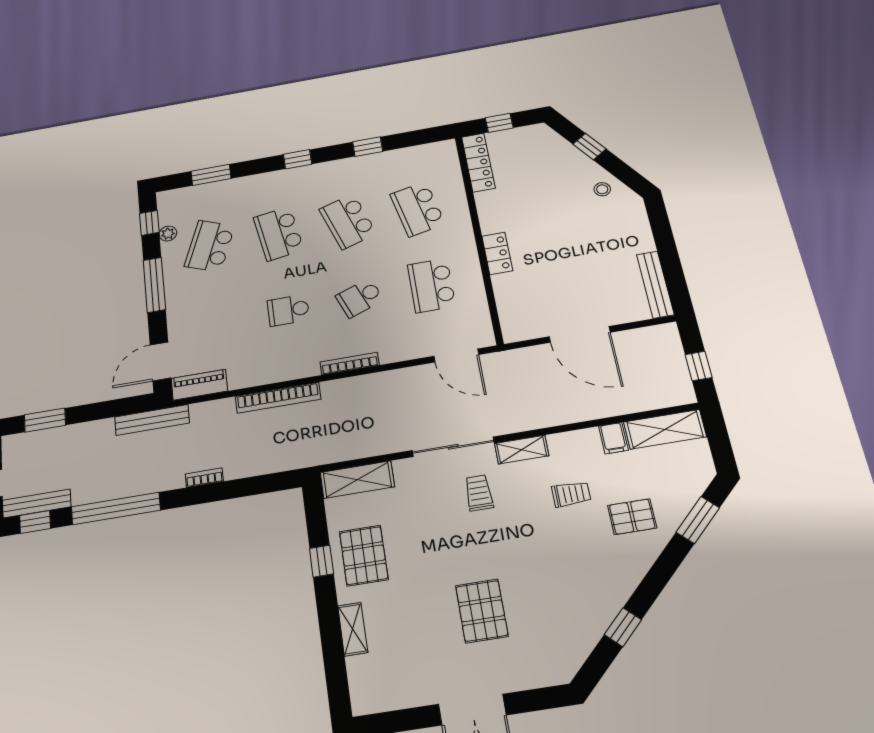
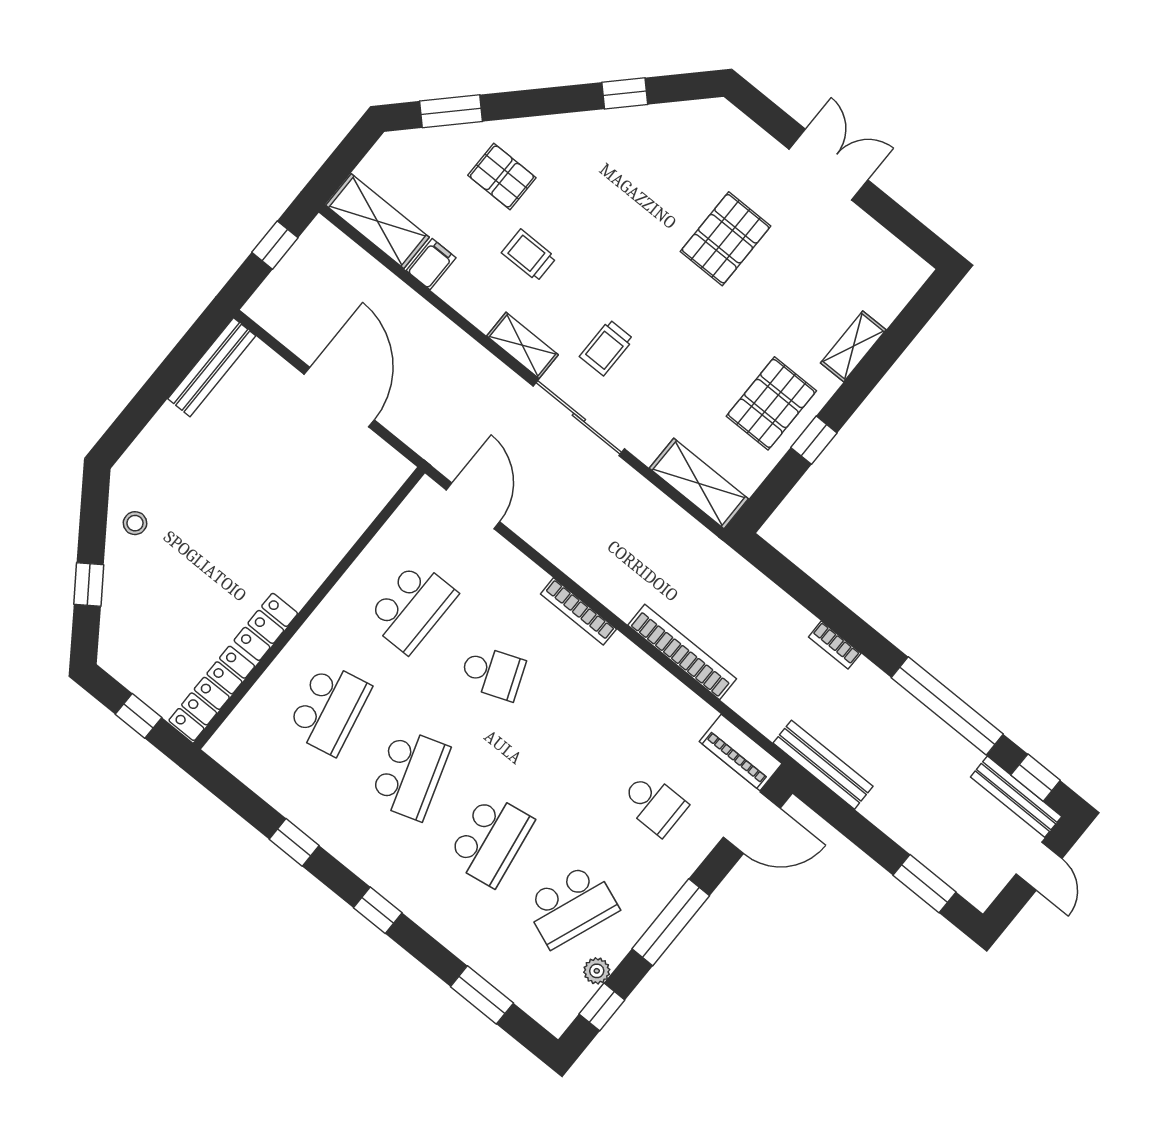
locker: (497, 253) -> (266, 627), moved
school desk: (288, 310) -> (654, 804), moved

